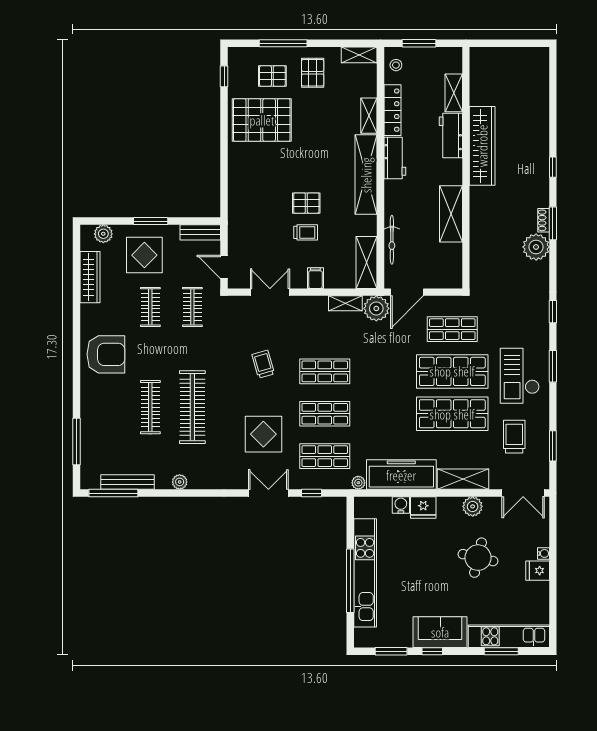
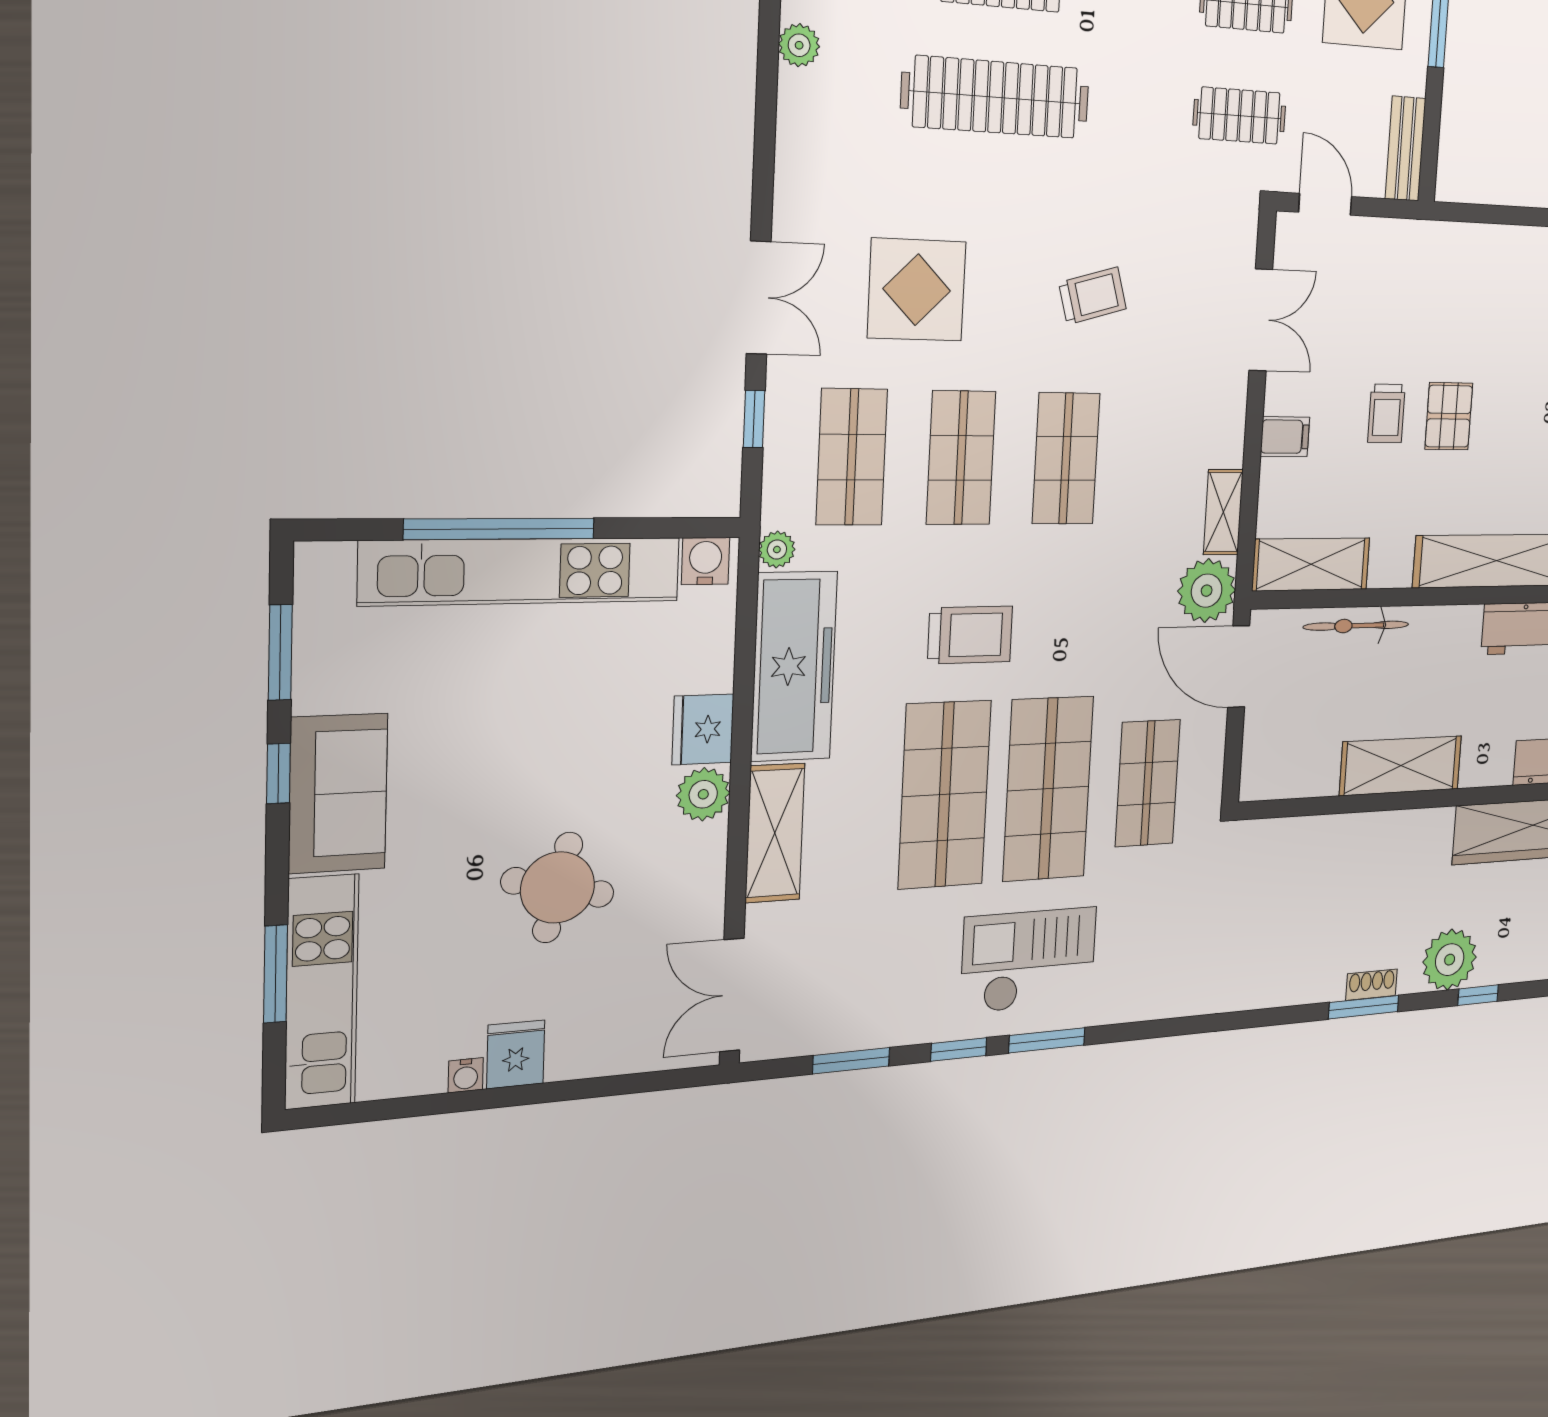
plant: (536, 247) -> (1450, 960), moved
door: (224, 267) -> (1325, 204), hinge flipped
window: (553, 312) -> (959, 1049), moved
trolley: (514, 437) -> (970, 635), moved
water cooler: (401, 505) -> (705, 561), moved, turned -90
plant: (473, 506) -> (703, 794), moved
water cooler: (544, 553) -> (466, 1075), moved

